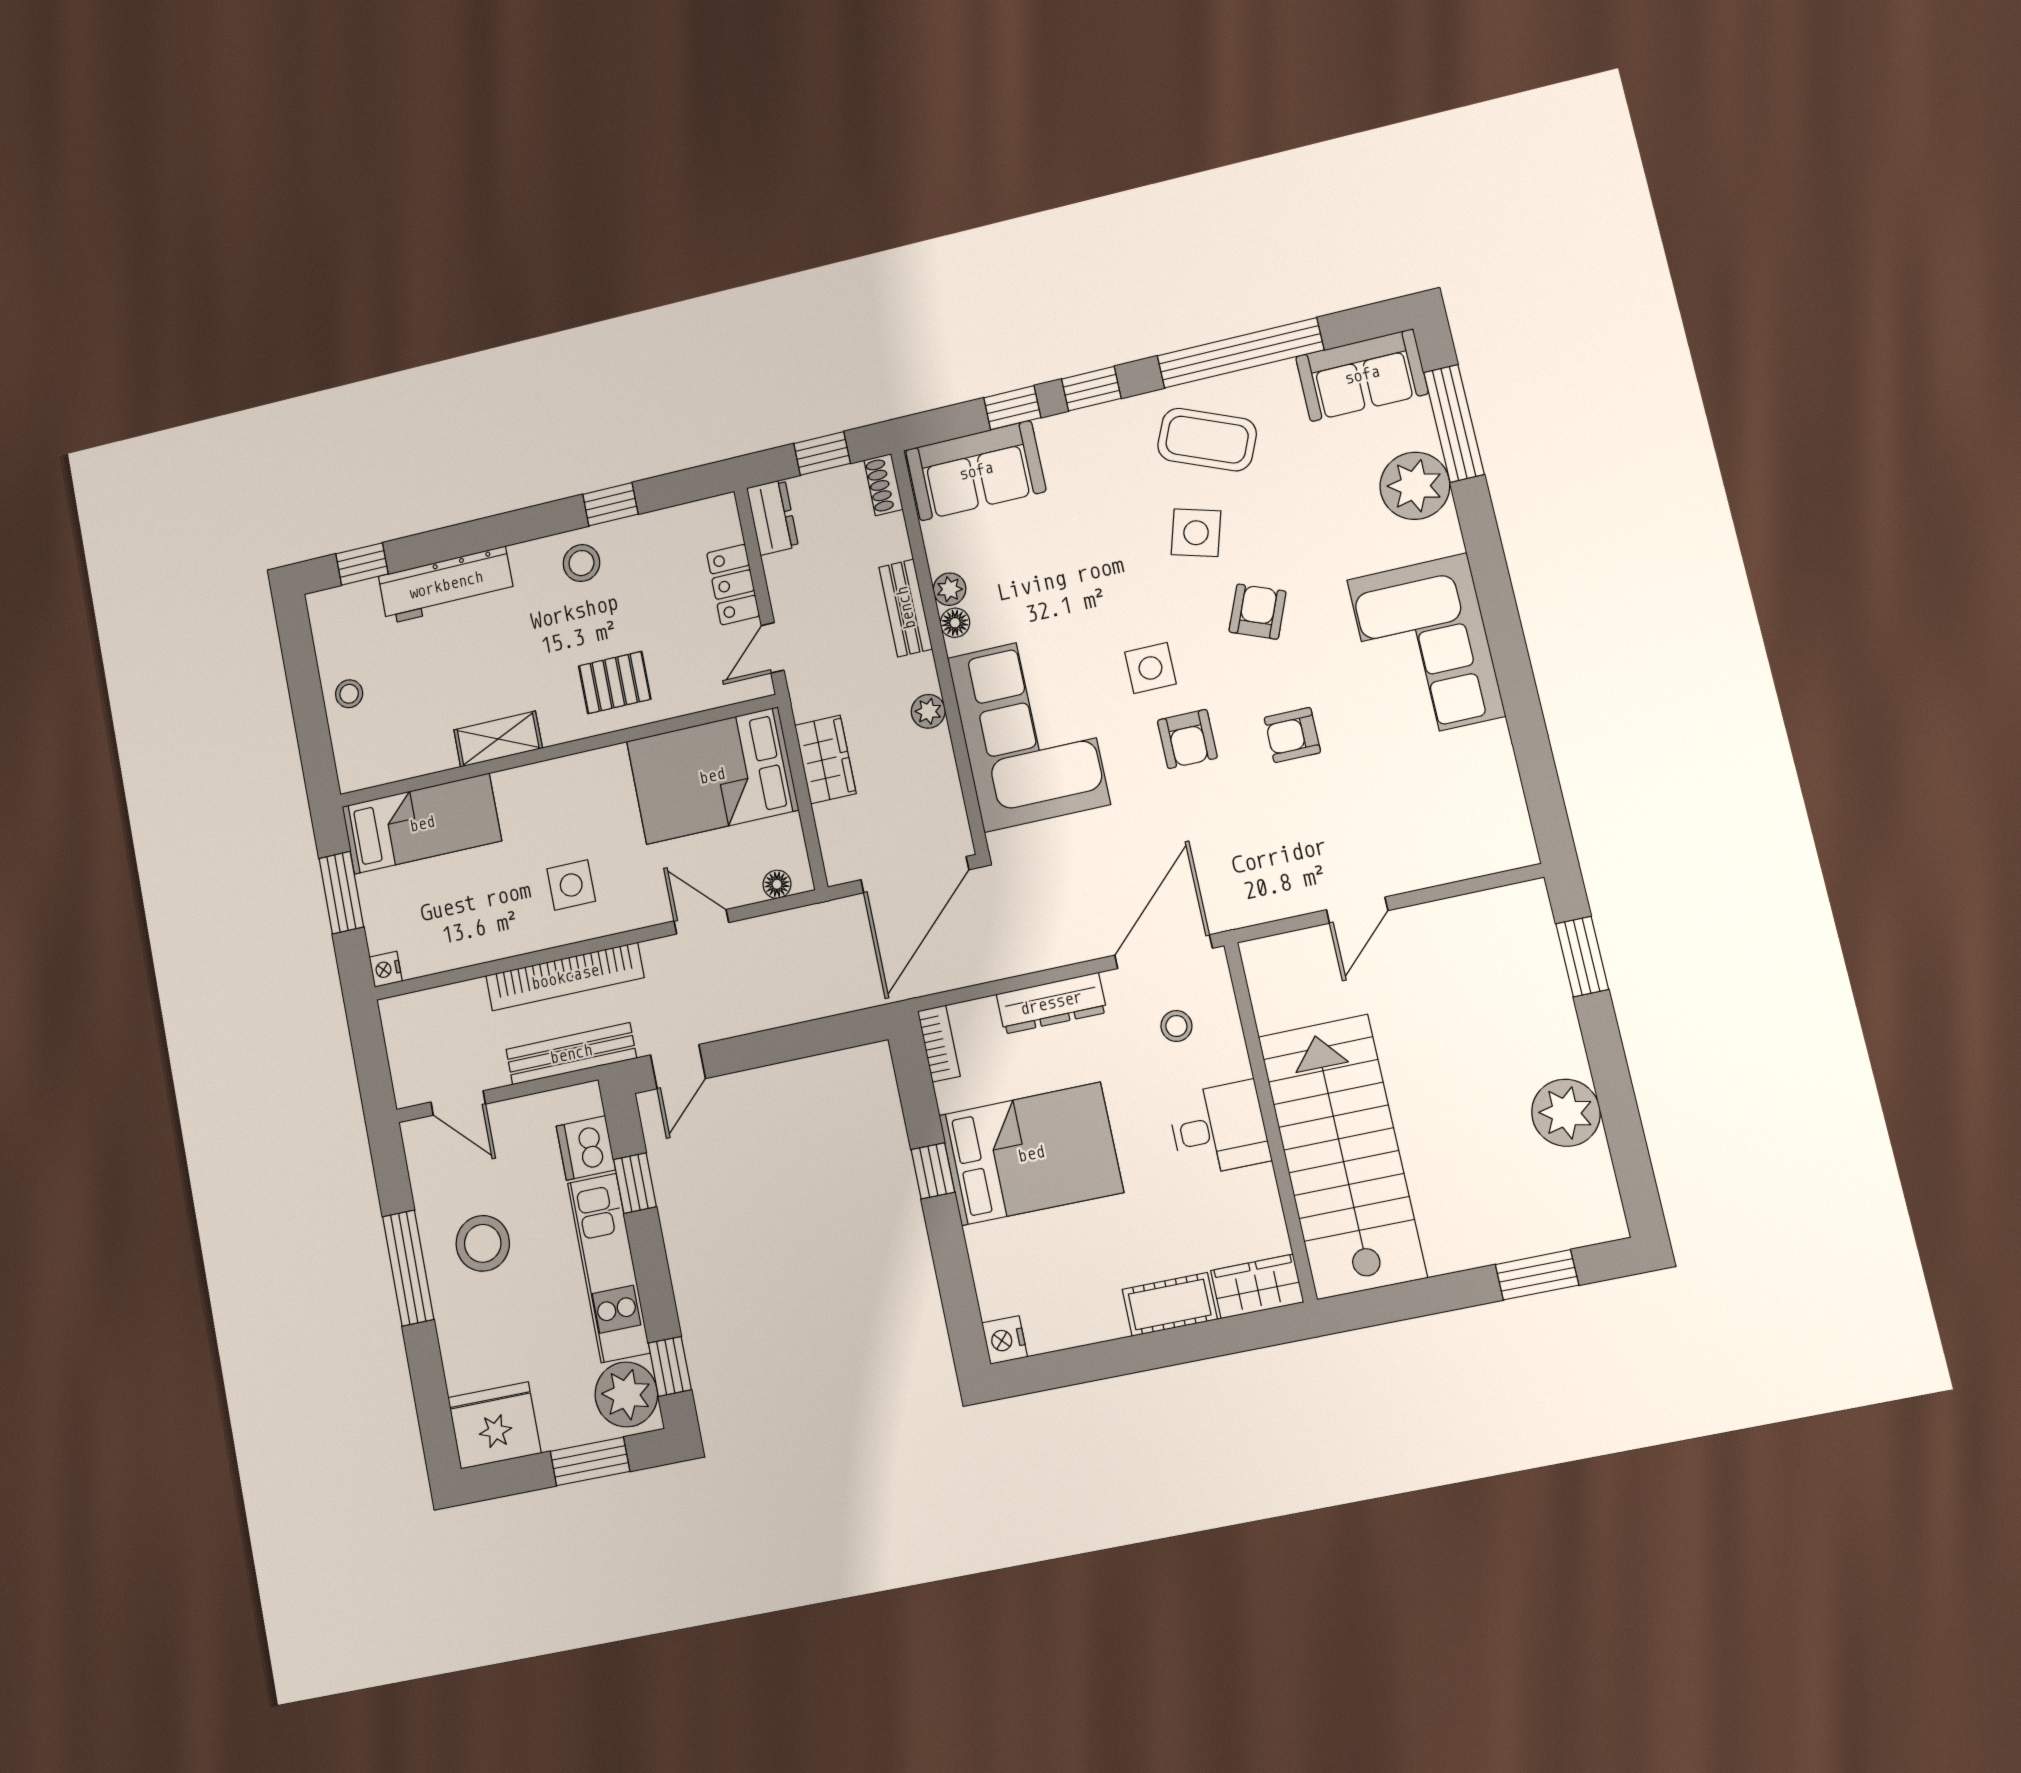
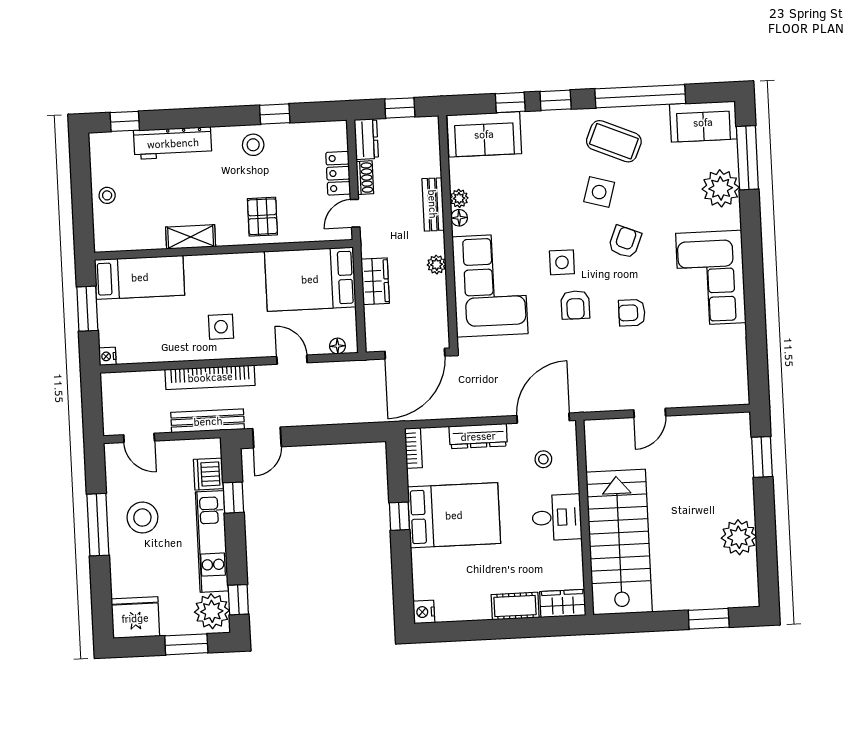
shoe rack: (883, 485) -> (365, 178), moved, turned 180
pallet: (615, 683) -> (262, 217), turned 90

